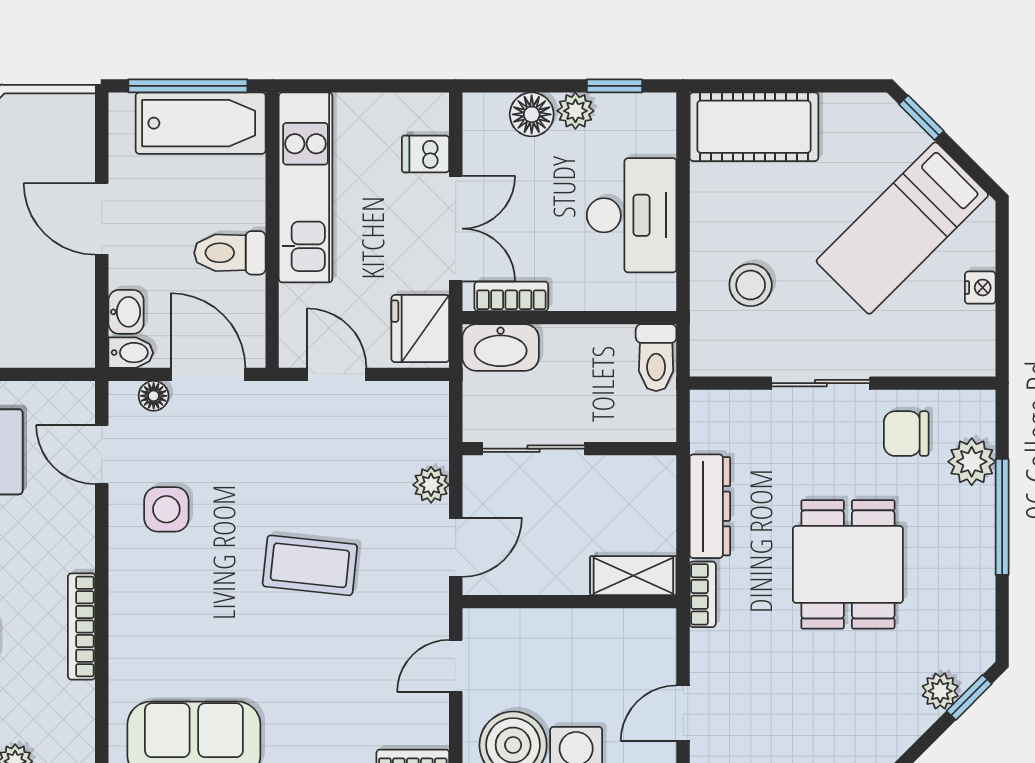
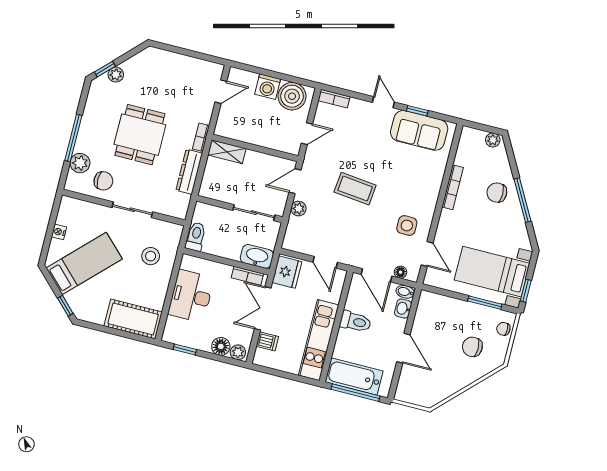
plant: (575, 111) -> (238, 352), moved

